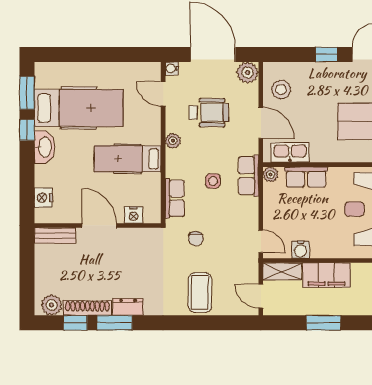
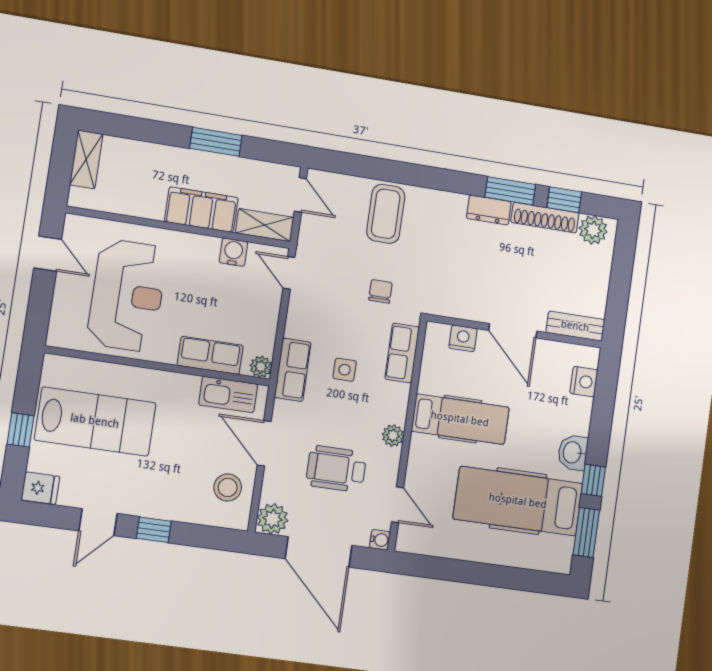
washbasin: (44, 147) -> (573, 452), width x0.72

